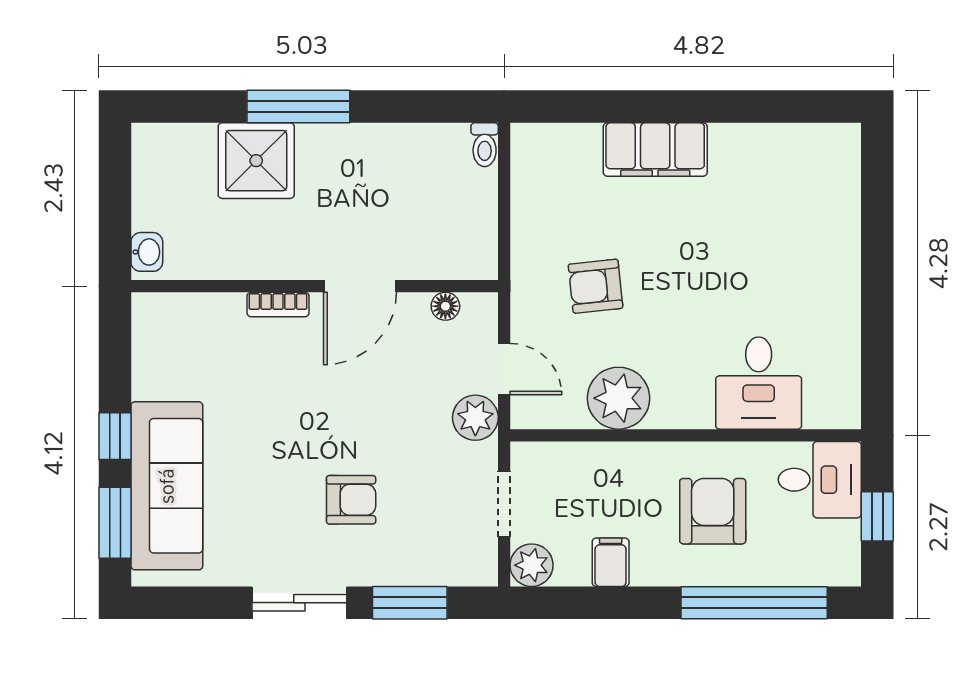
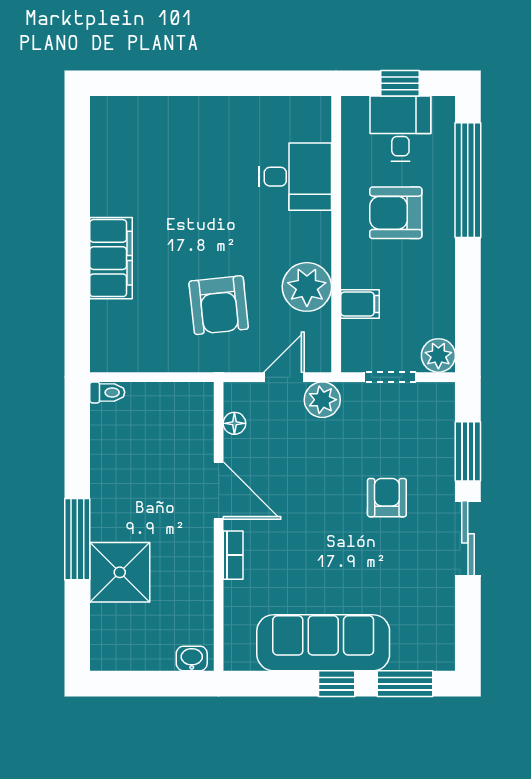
armchair: (596, 286) -> (219, 305), width x1.38, depth x1.38
desk: (820, 480) -> (400, 128), moved
sofa: (167, 486) -> (323, 643), moved
filing cabinet: (611, 562) -> (360, 304), moved, turned 180

